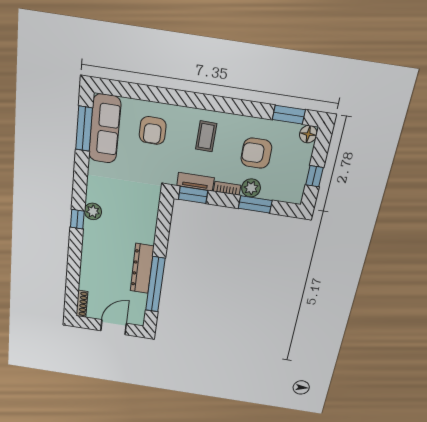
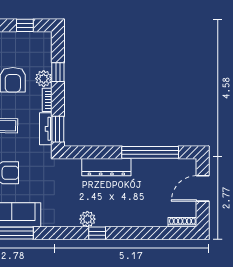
window: (255, 204) -> (58, 72), width x0.67
dresser: (142, 269) -> (106, 167), moved
door: (113, 327) -> (203, 188), hinge flipped

